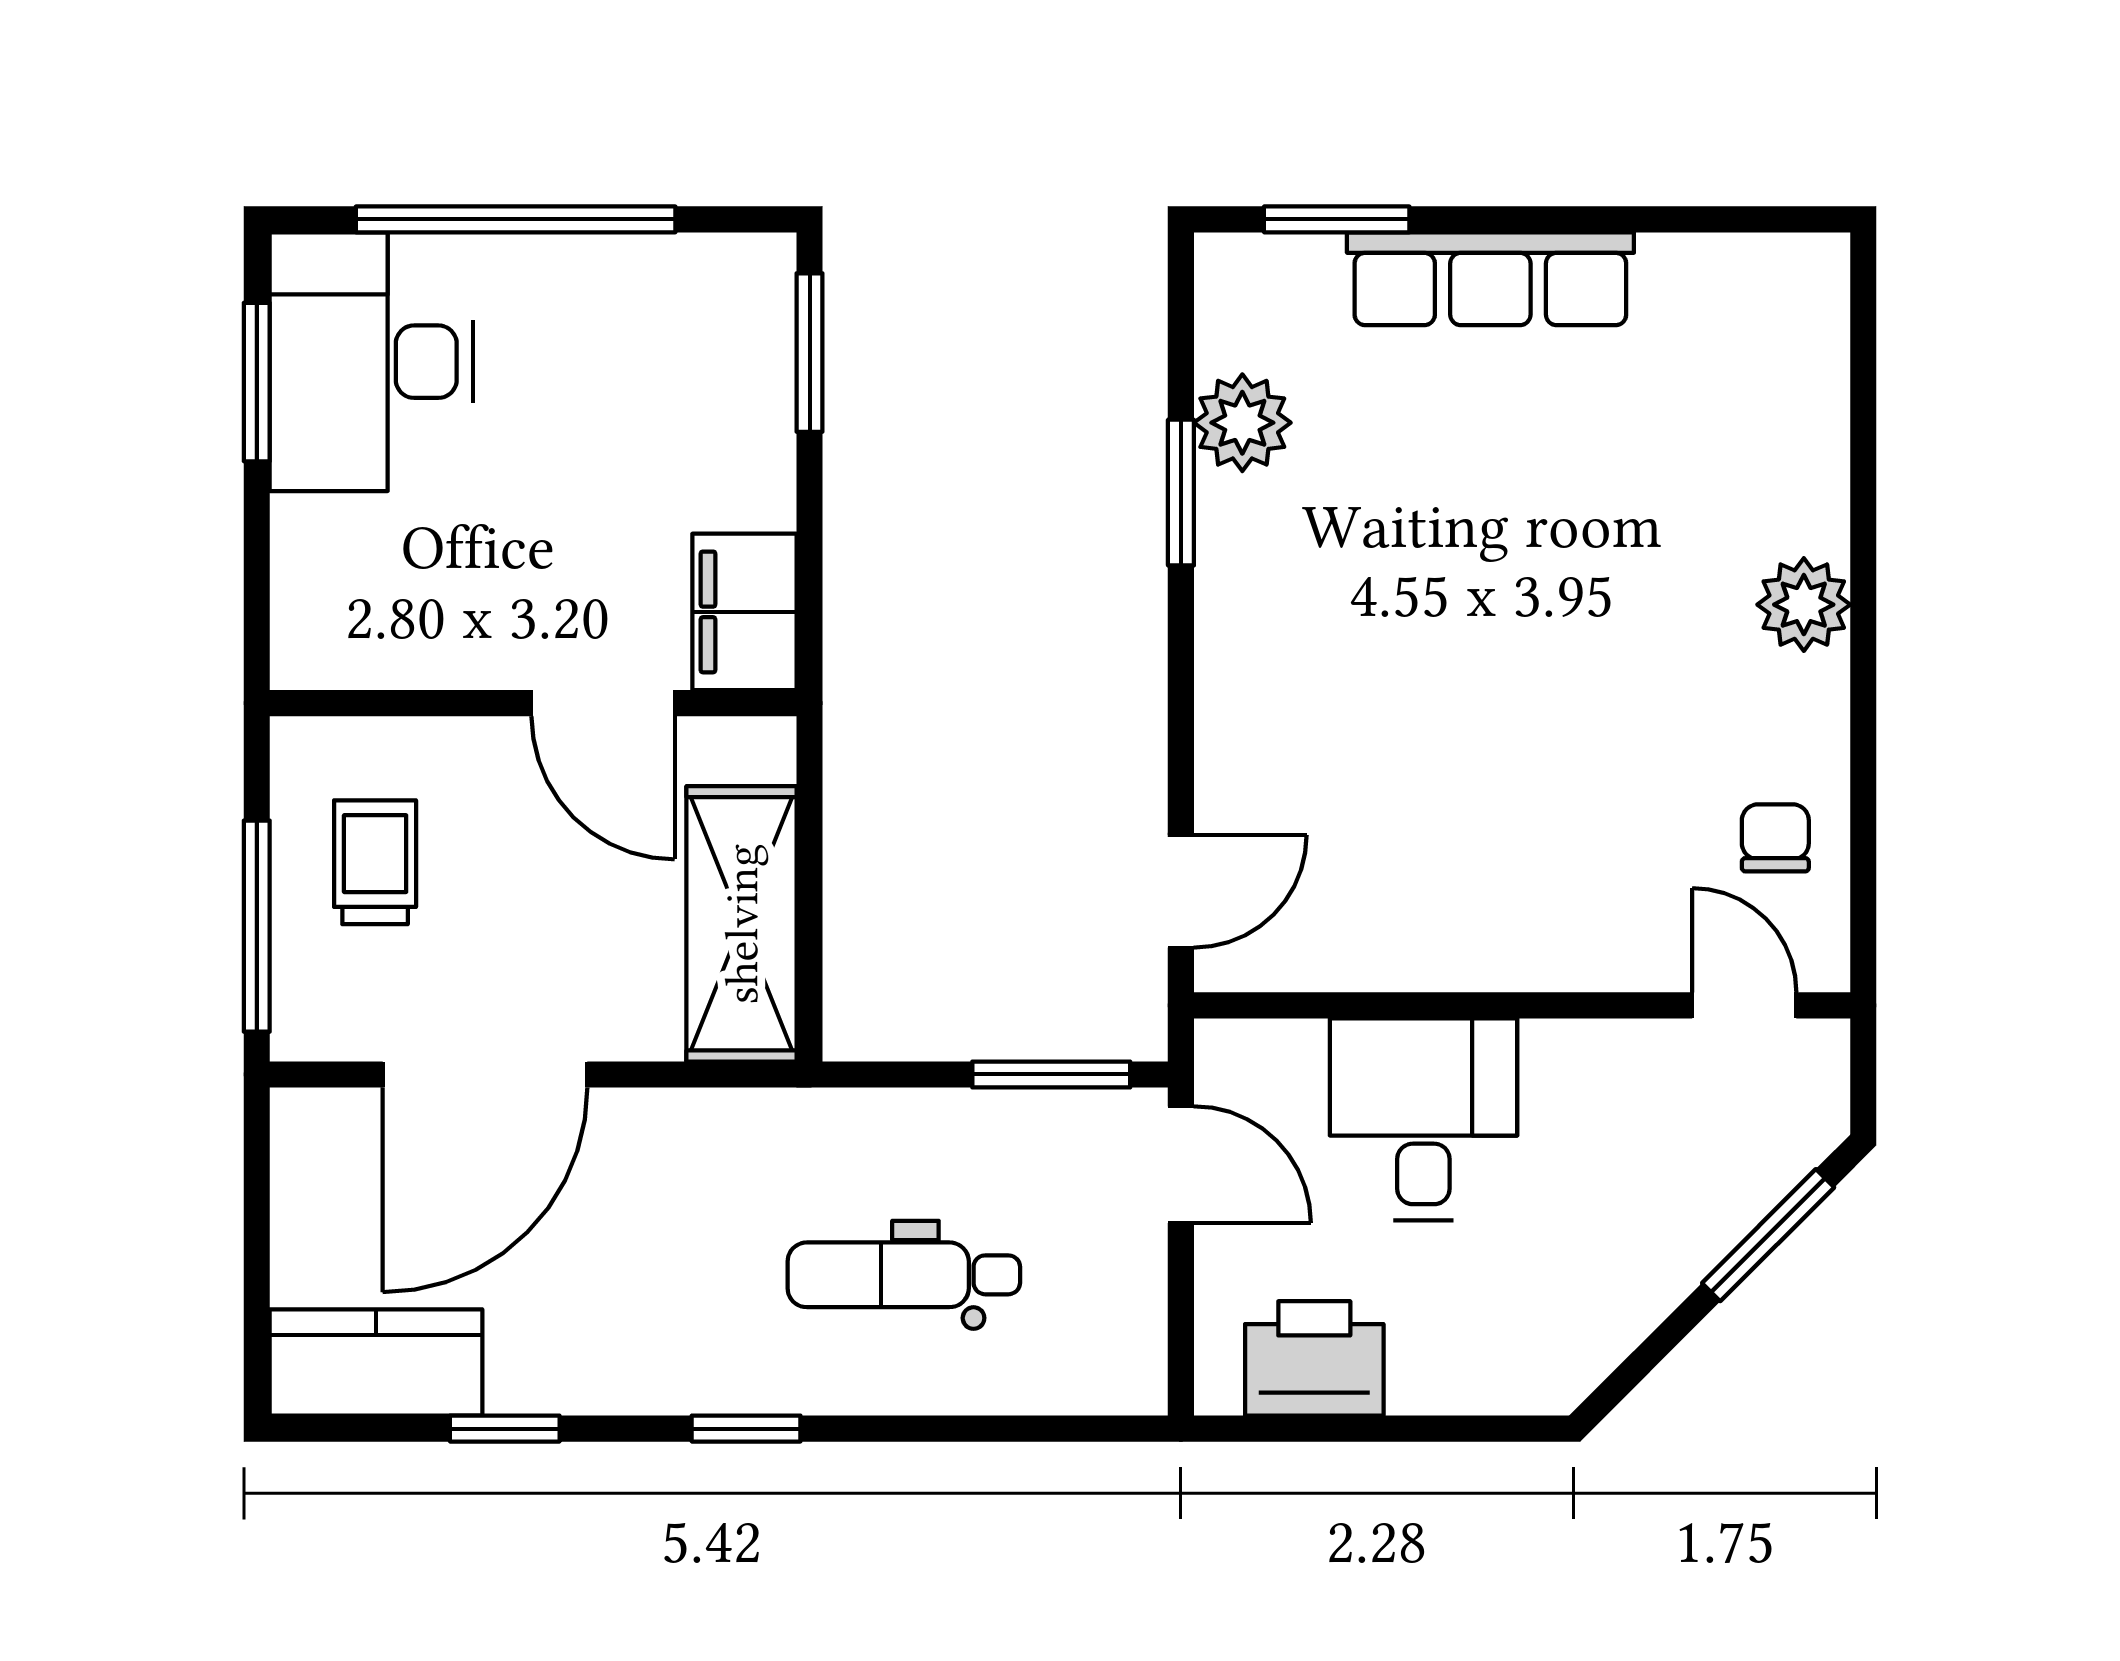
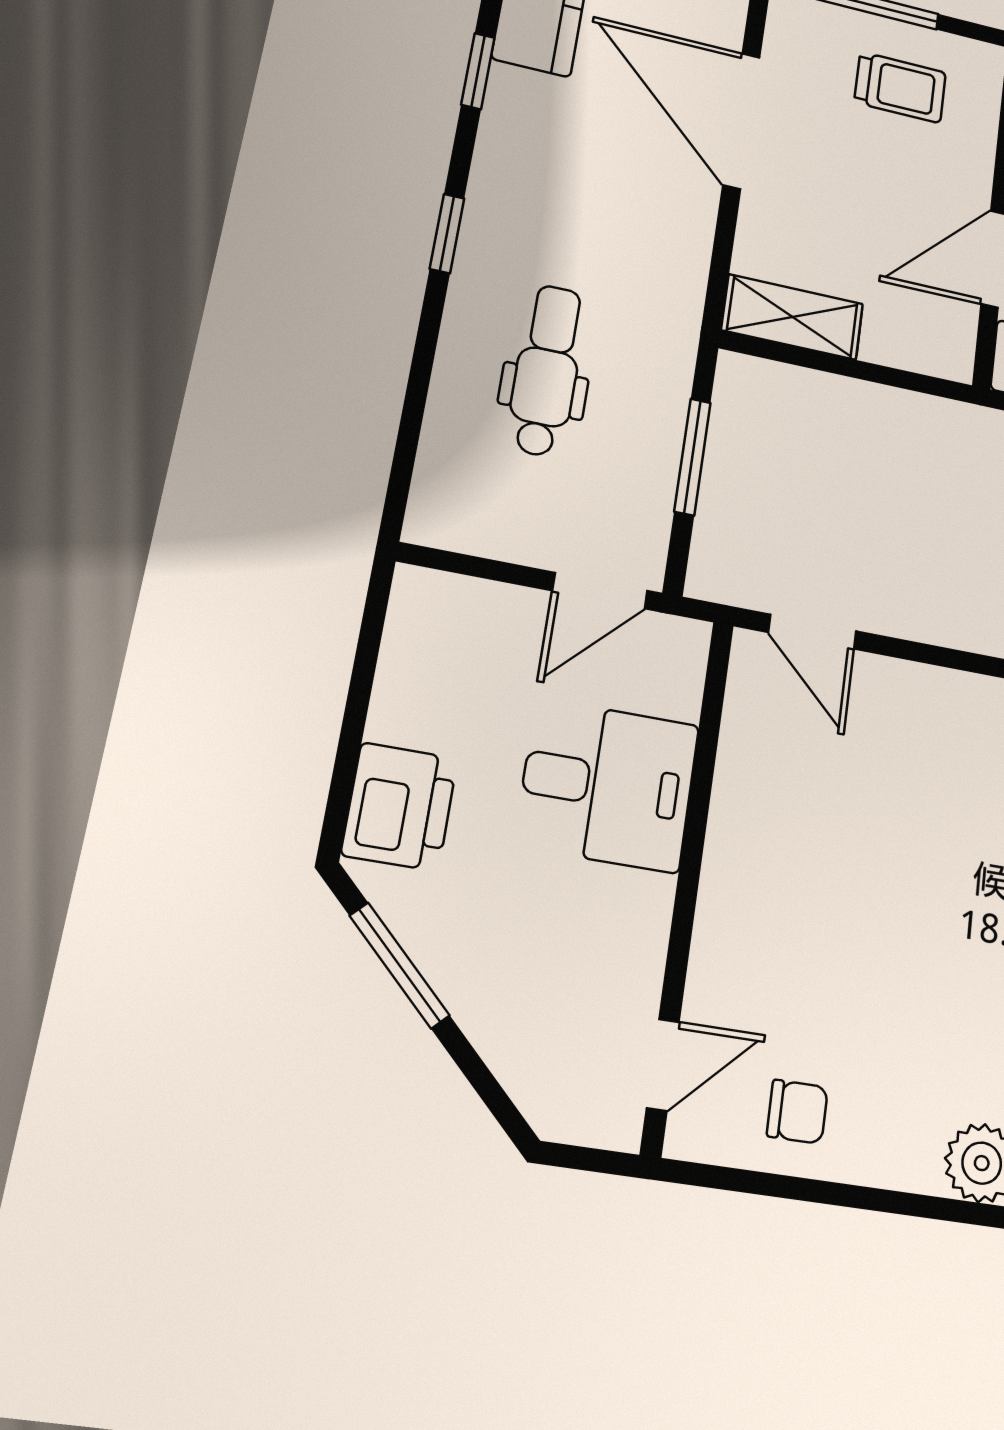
shelving: (742, 924) -> (792, 317), width x0.67, depth x0.75
window: (1051, 1074) -> (692, 457), moved
window: (1768, 1235) -> (399, 965), moved
printer: (1314, 1358) -> (400, 807), moved

